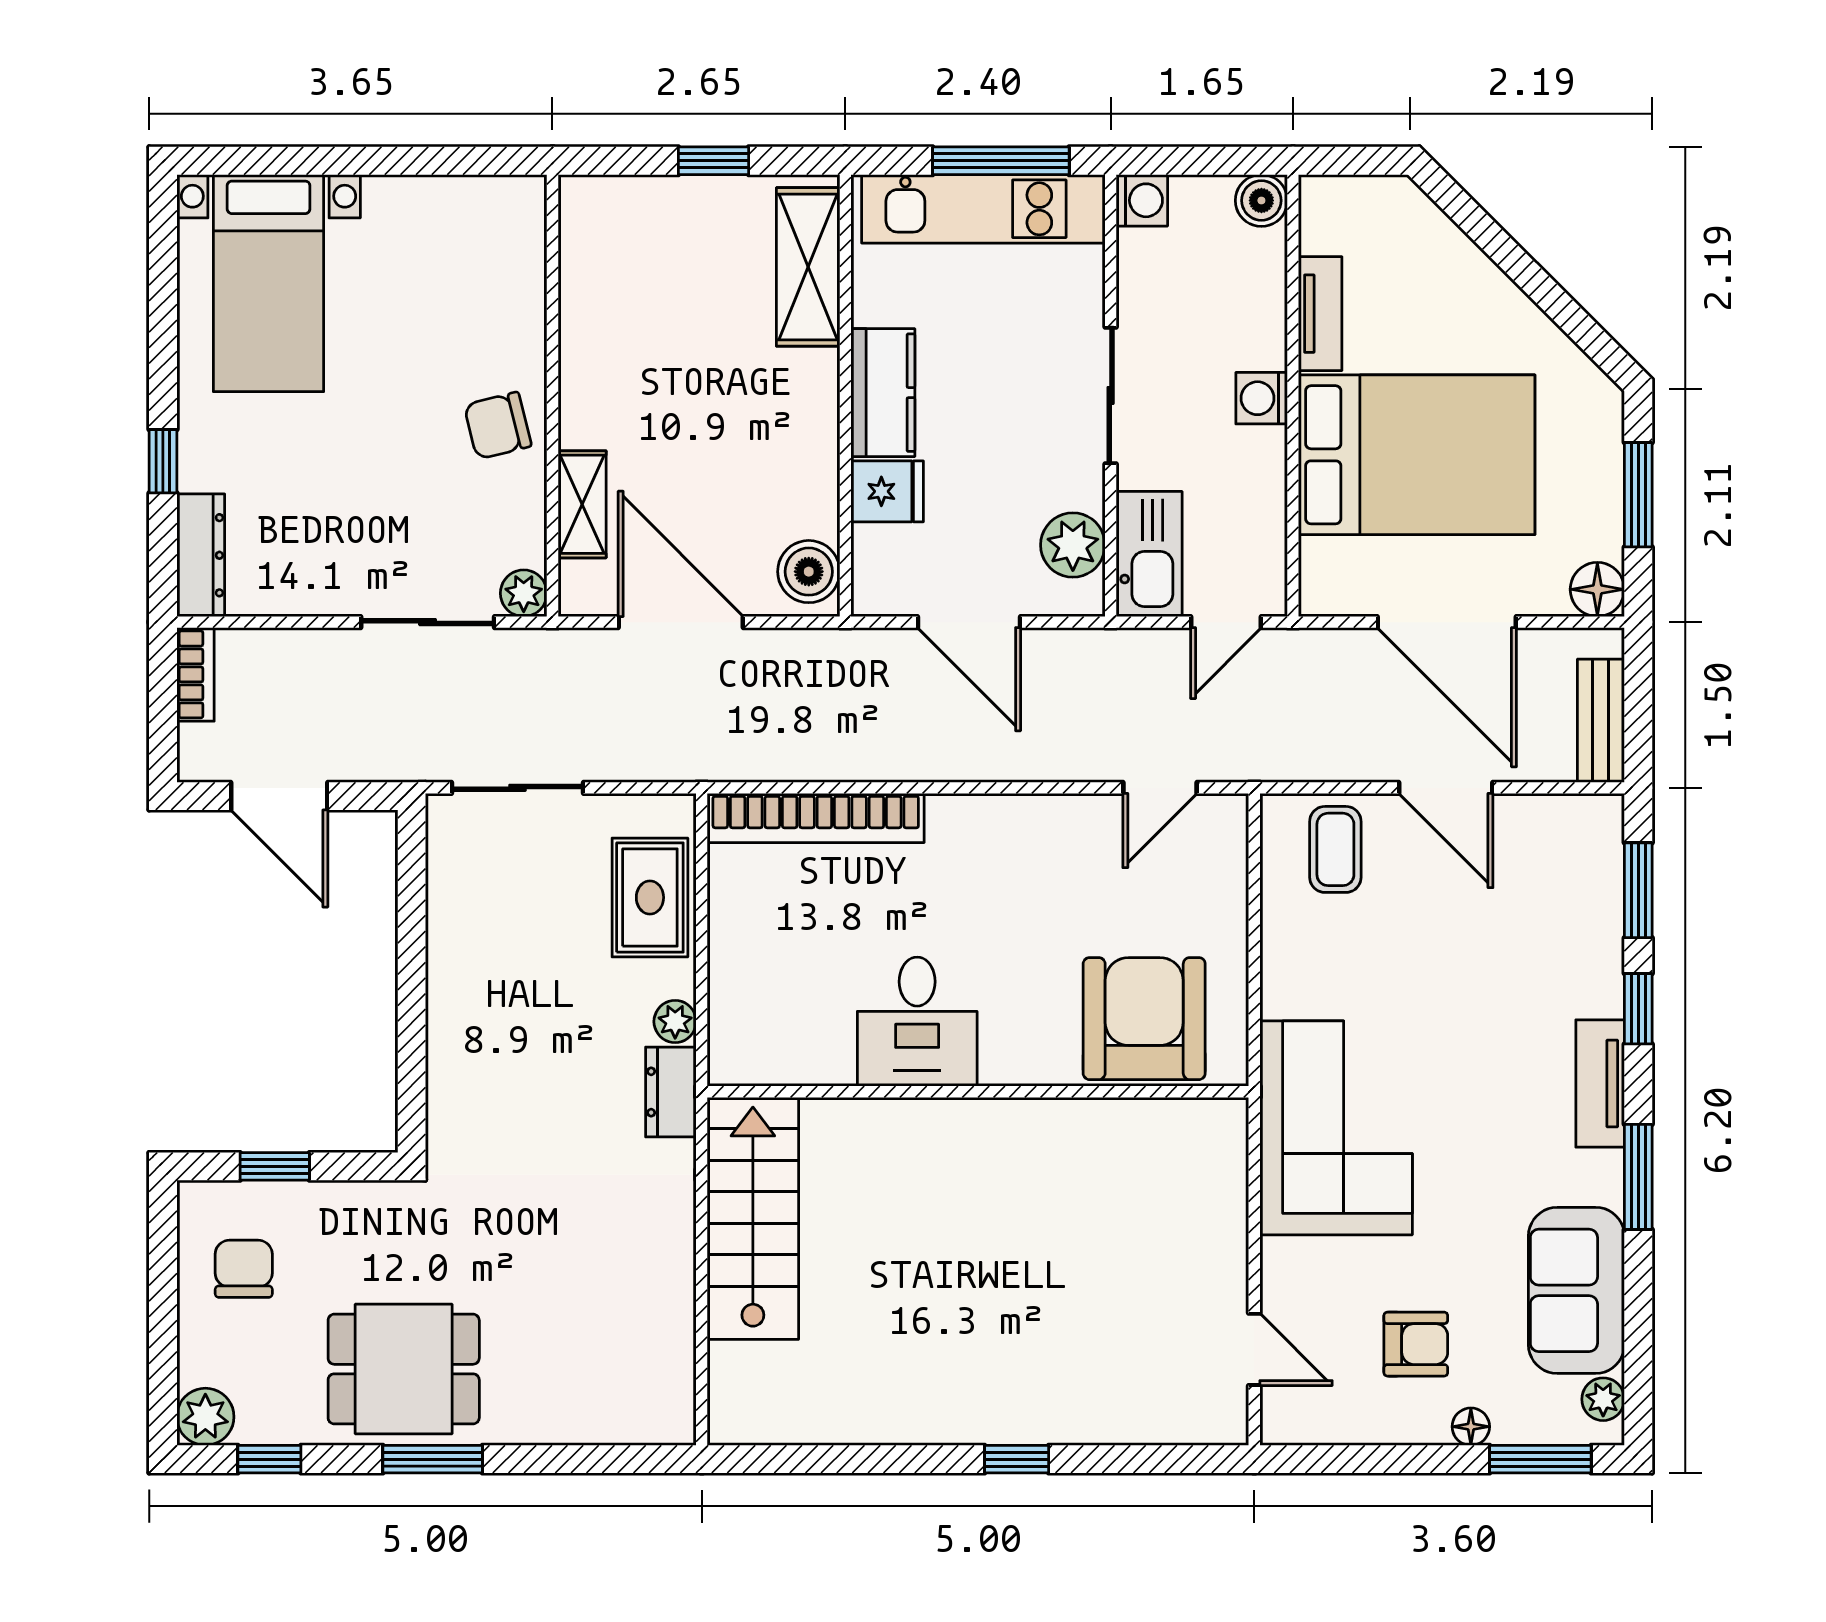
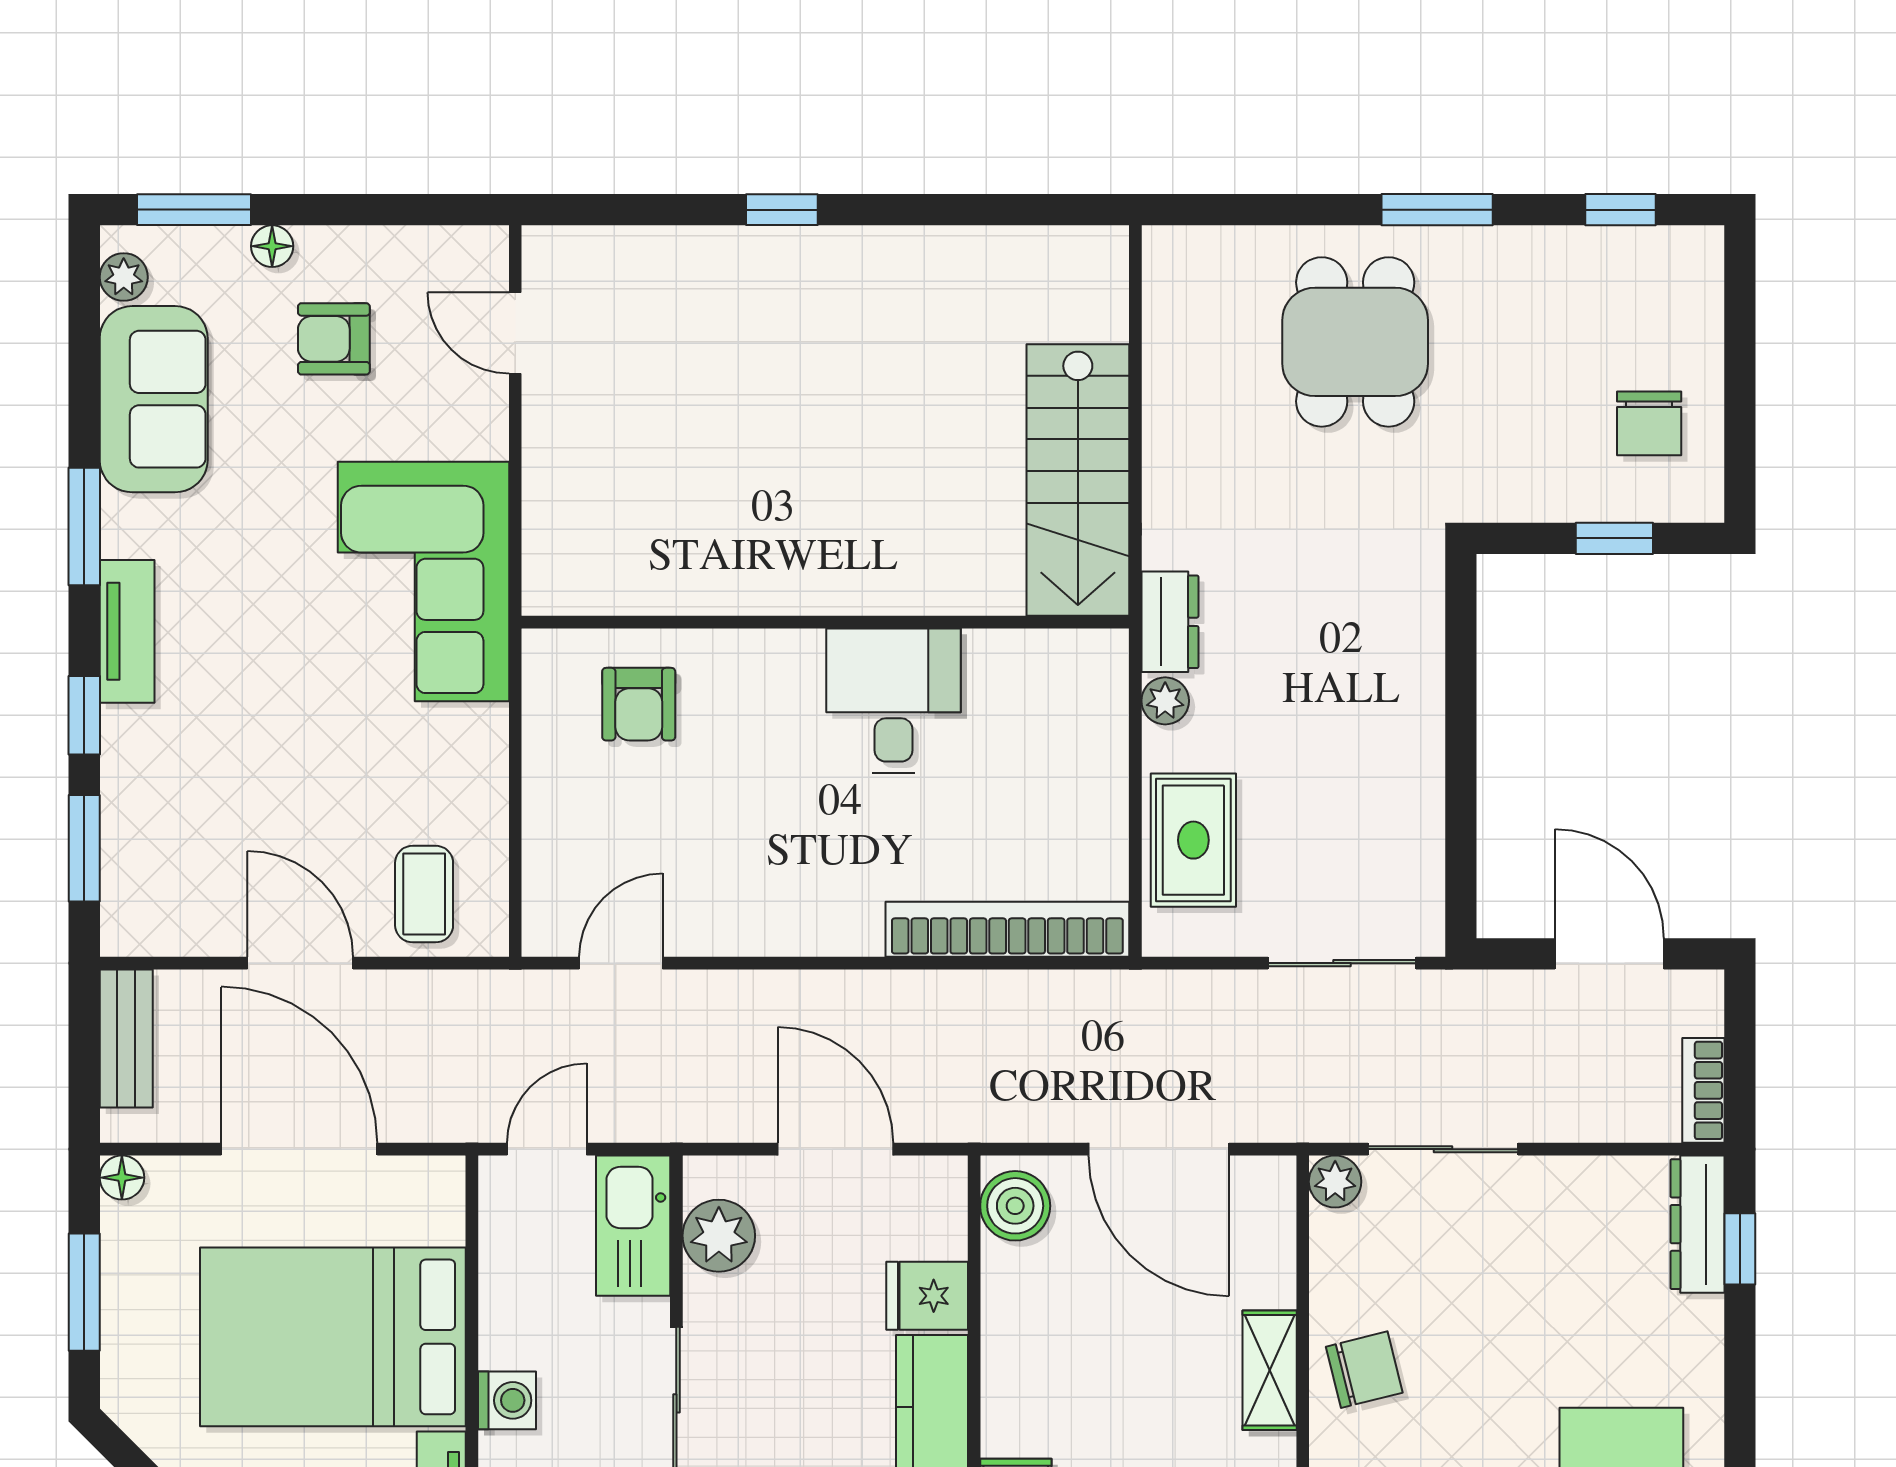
window: (163, 461) -> (1740, 1249), moved
shelving: (582, 504) -> (1270, 1370), moved
floor lamp: (1597, 589) -> (122, 1178), width x0.73, depth x0.73
armchair: (1144, 1019) -> (639, 704), width x0.53, depth x0.53
dining table: (404, 1369) -> (1355, 342), moved, turned 90
plant: (205, 1417) -> (1692, 257), removed

